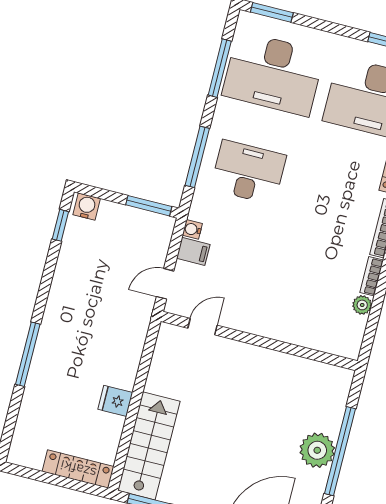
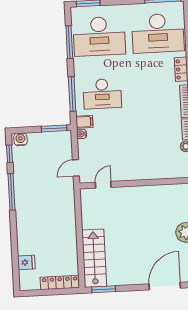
desk: (248, 172) -> (102, 94), turned 180
filing cabinet: (193, 251) -> (84, 122), moved
window: (28, 354) -> (12, 192), moved
fridge: (115, 401) -> (26, 262), moved, turned 180

